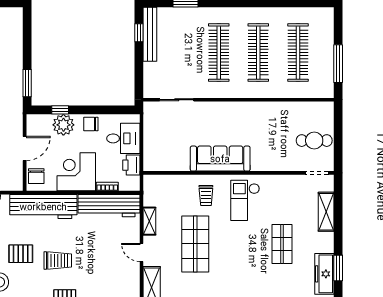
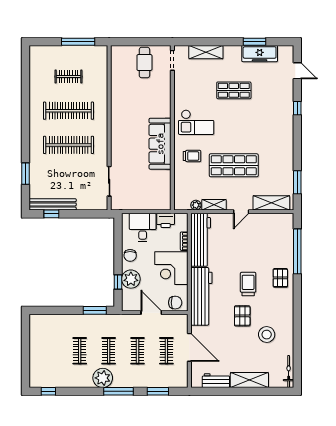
clothes rail: (298, 53) -> (68, 77), width x0.54, depth x0.76
plant: (149, 200) -> (196, 205), added

